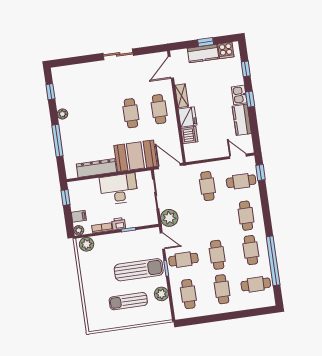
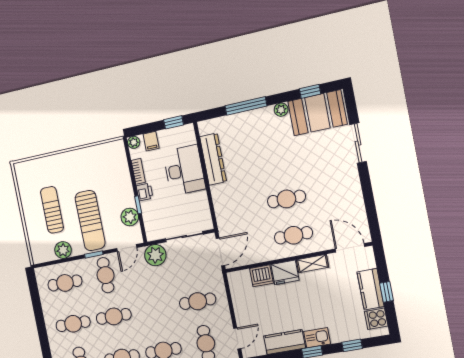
sliding door: (118, 54) -> (358, 143), moved
booth: (135, 156) -> (317, 113), moved, turned 90
desk: (119, 189) -> (184, 170), moved
plant: (87, 244) -> (130, 217), moved

